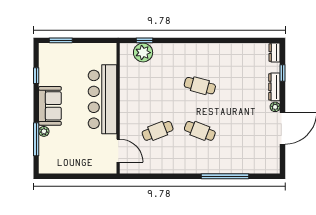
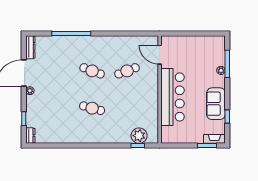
fireplace: (52, 49) -> (214, 139), added
dresser: (274, 87) -> (30, 47), moved
sofa: (50, 106) -> (216, 104), moved

